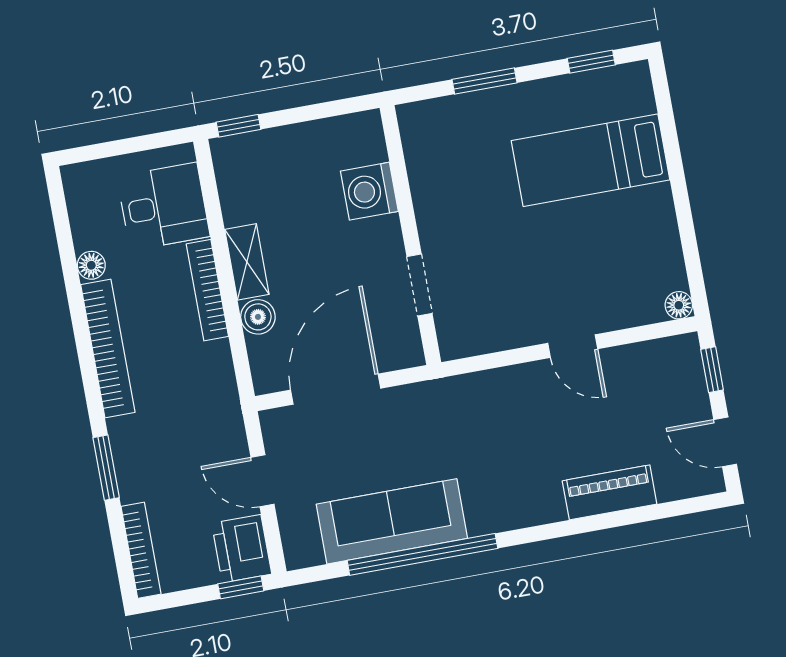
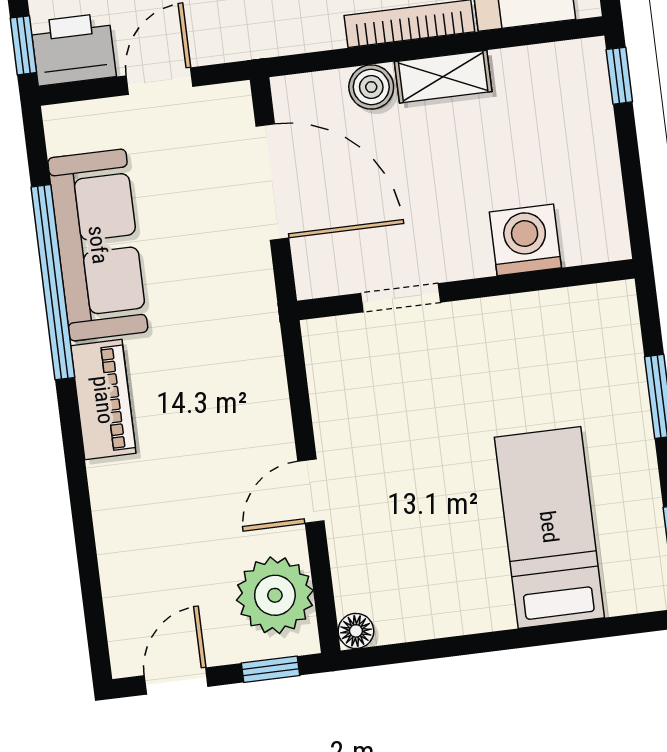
plant: (655, 369) -> (275, 595), added
piano: (610, 492) -> (103, 400), moved

